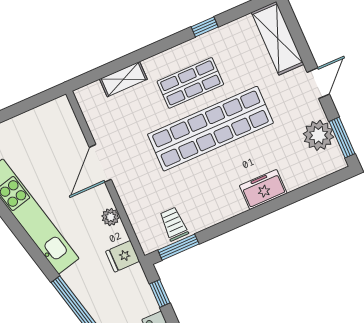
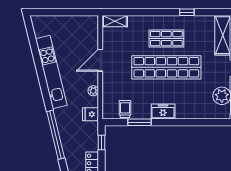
shelving: (123, 79) -> (115, 21), moved
freezer: (263, 189) -> (163, 112), moved
window: (178, 247) -> (139, 122), moved

